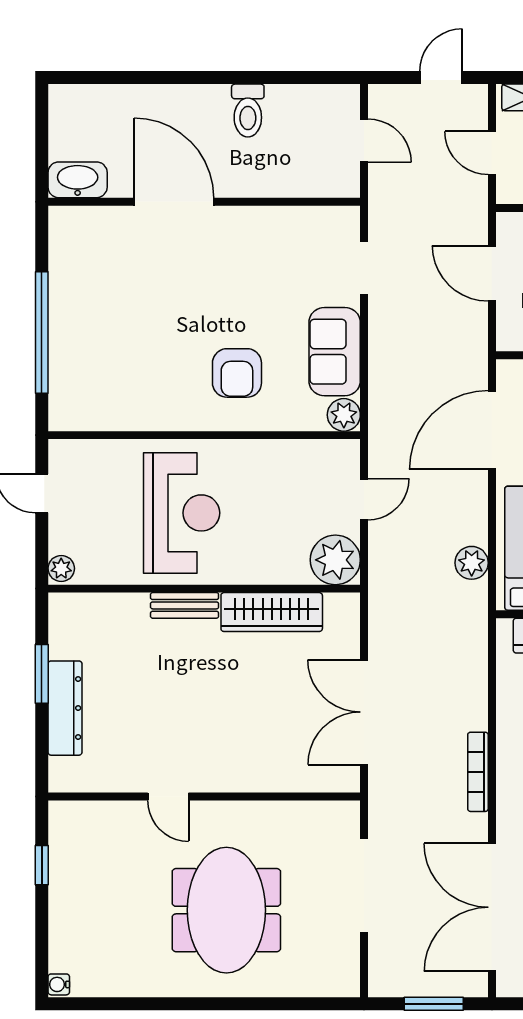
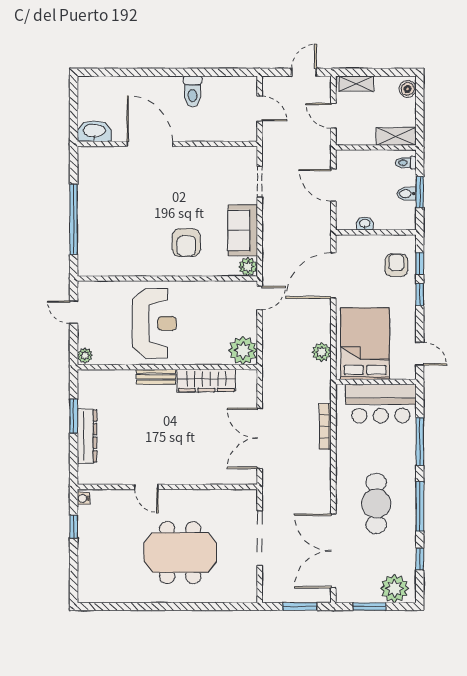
door: (364, 499) -> (260, 298), moved
bookcase: (478, 772) -> (325, 426), moved
meeting table: (226, 910) -> (180, 553), turned 90
water cooler: (59, 984) -> (83, 498), moved

